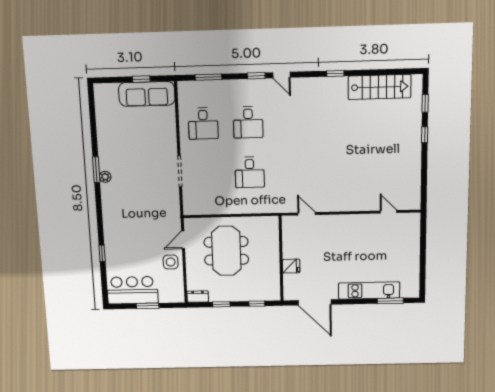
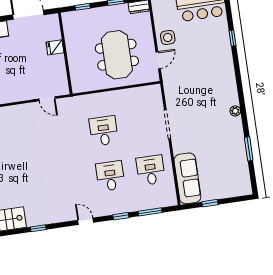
window: (256, 76) -> (121, 216), moved
sofa: (147, 94) -> (187, 178), moved, turned 90
window: (96, 170) -> (249, 149), moved

